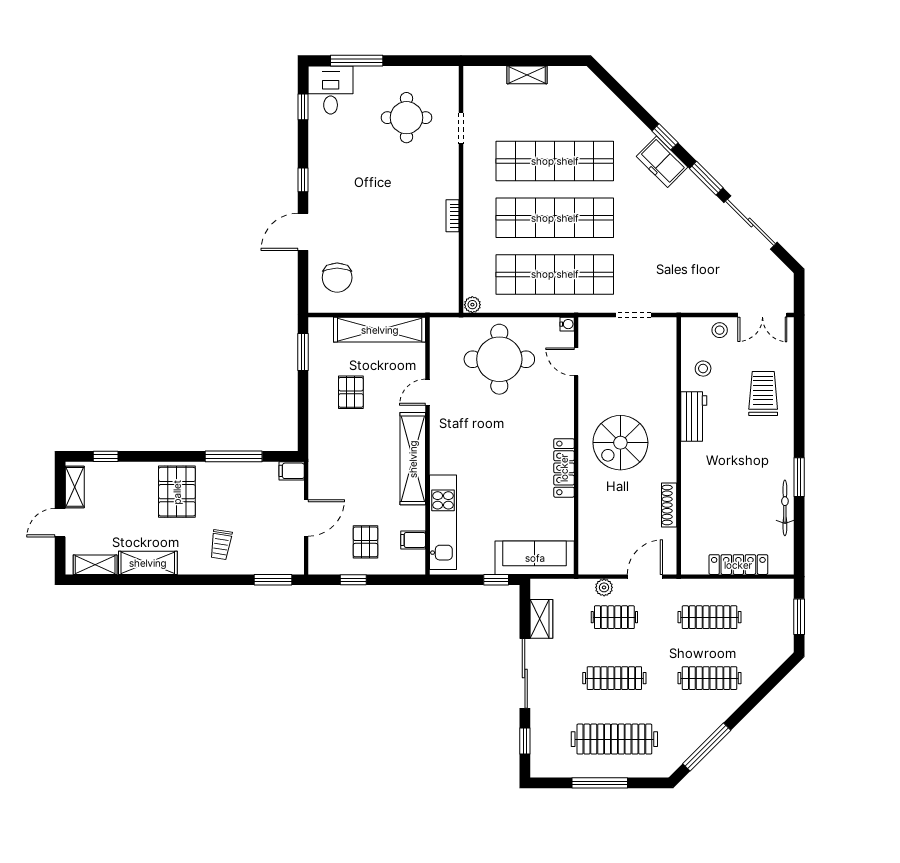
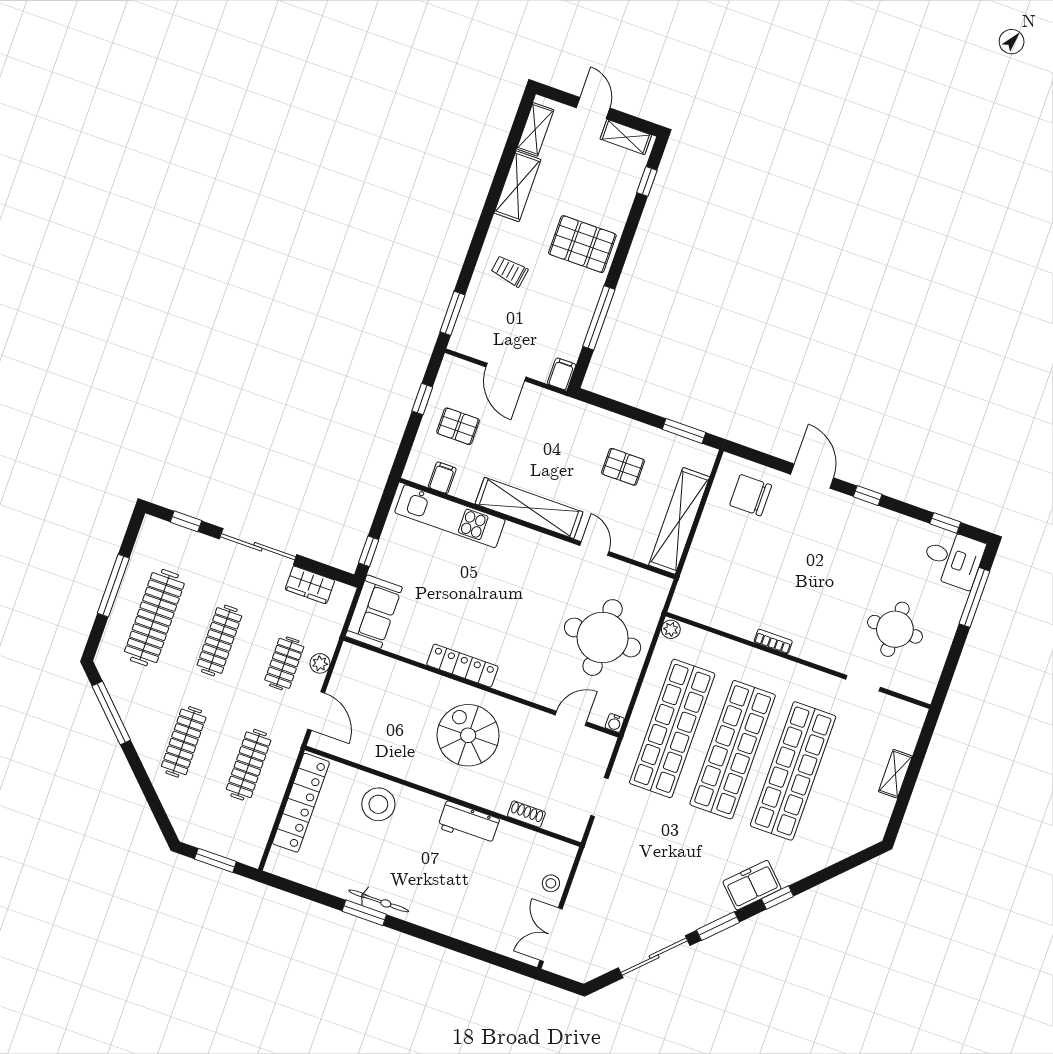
stool: (703, 369) -> (378, 804), moved, width x1.89, depth x1.89
trolley: (763, 394) -> (467, 906), removed
shoe rack: (669, 505) -> (526, 814), moved, width x0.70
bicycle: (785, 508) -> (379, 901), moved
sofa: (535, 558) -> (374, 612), width x0.73
locker: (738, 565) -> (301, 803), width x1.41, depth x1.21

